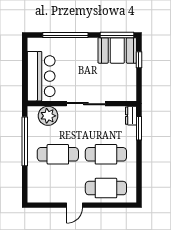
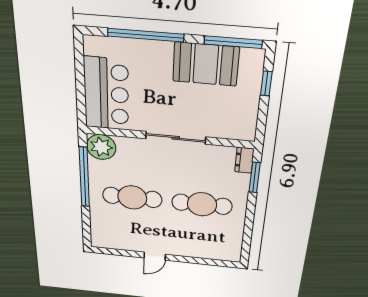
booth: (117, 50) -> (206, 64), moved
plant: (48, 116) -> (101, 147), moved
cafe table: (106, 188) -> (199, 243), removed

